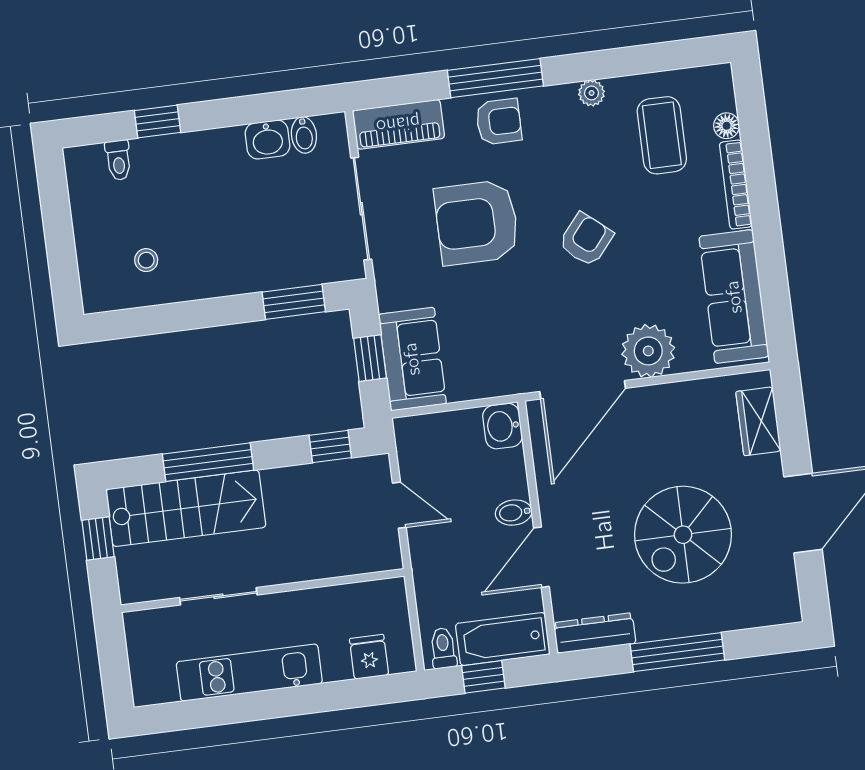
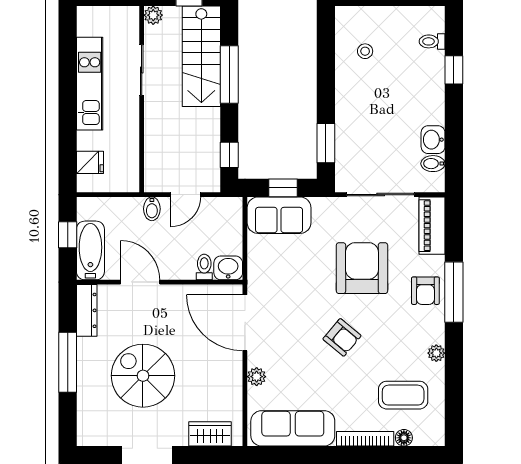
plant: (648, 351) -> (257, 377), width x0.53, depth x0.53
bidet: (514, 513) -> (152, 209), moved, turned 180
plant: (133, 589) -> (153, 15), added
toilet: (443, 648) -> (204, 267), moved, turned -90

